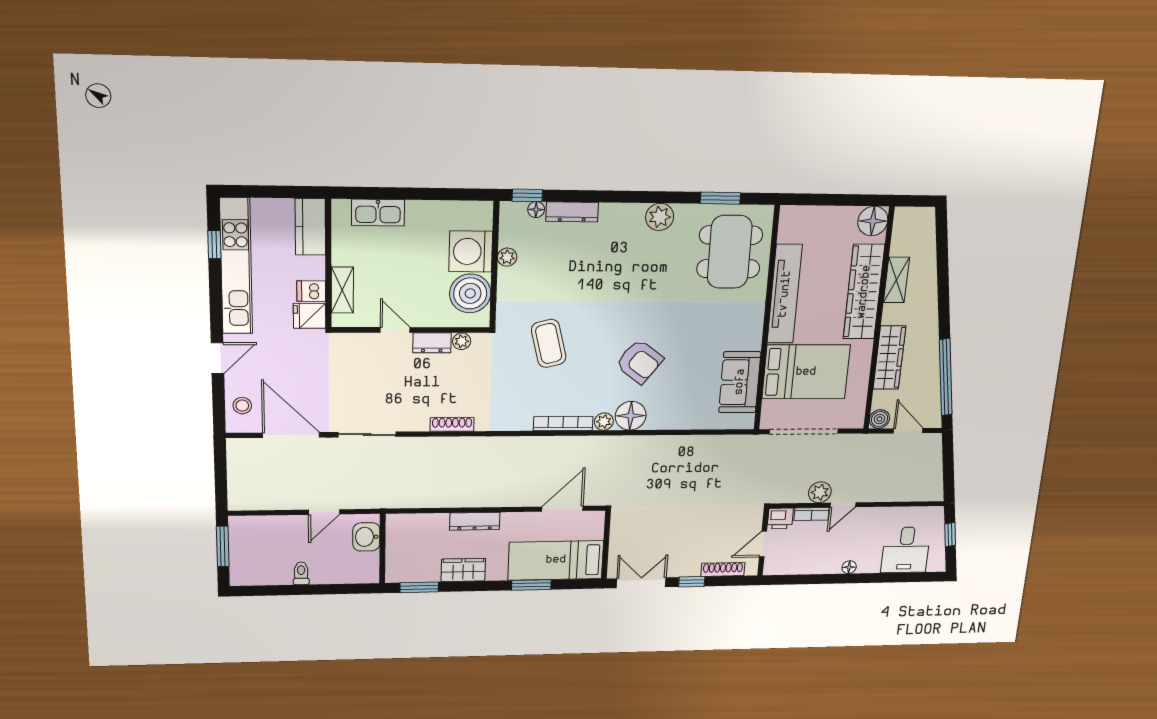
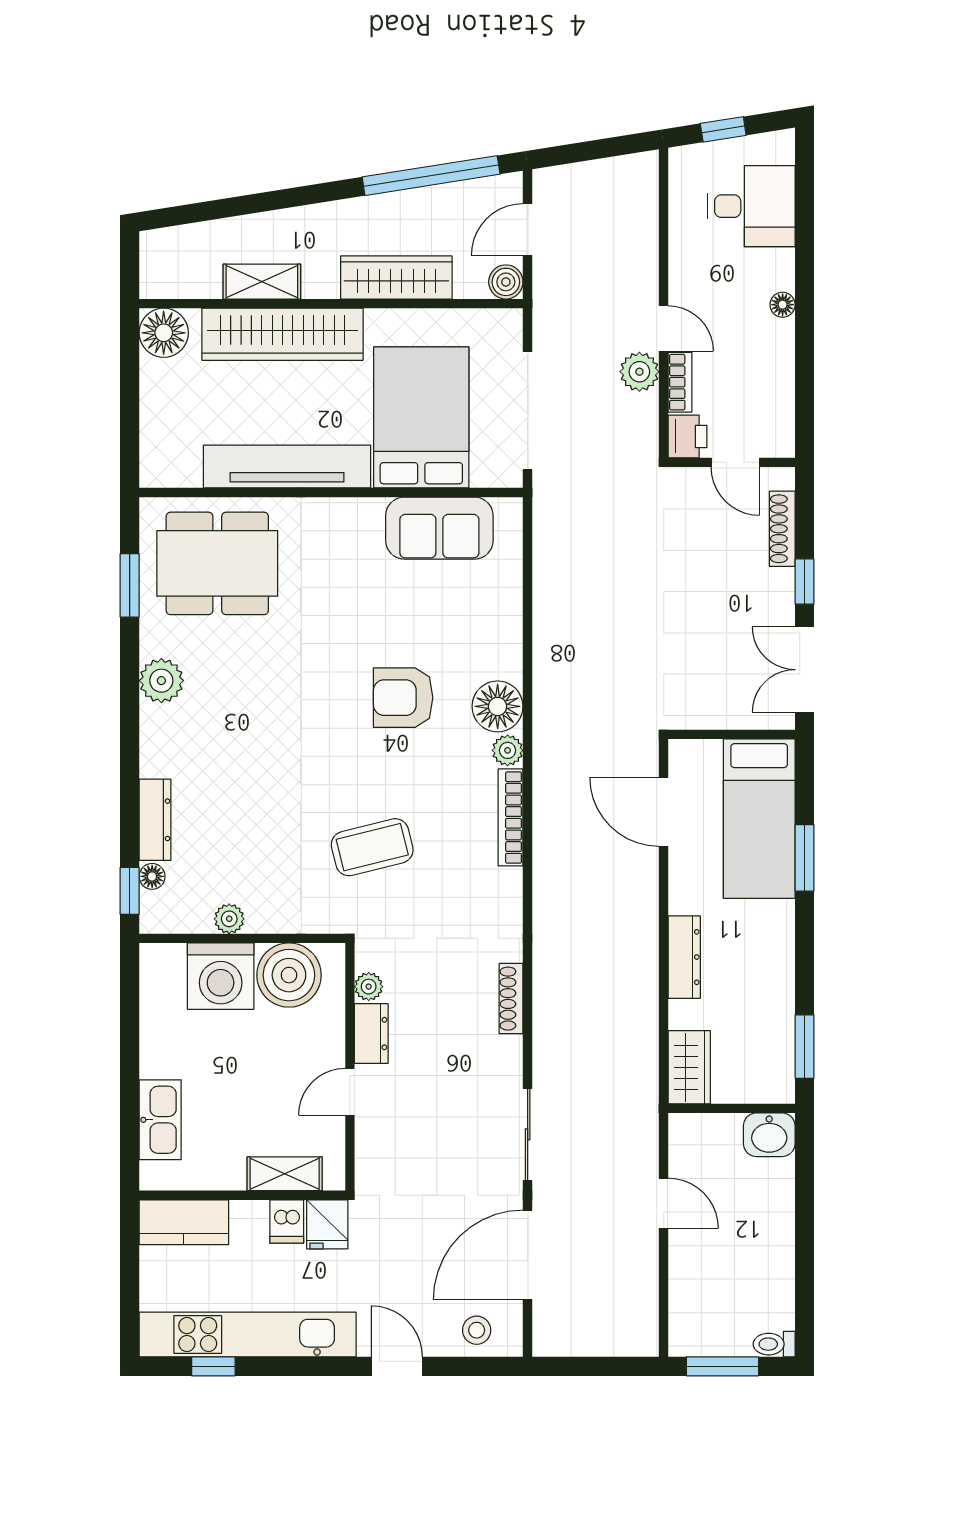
armchair: (640, 362) -> (403, 698), turned -127
washbasin: (366, 537) -> (769, 1135), moved
wardrobe: (463, 570) -> (689, 1067), moved, turned 180
toilet: (301, 573) -> (774, 1344), moved

